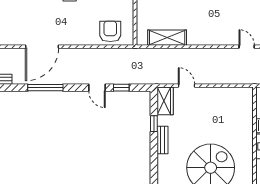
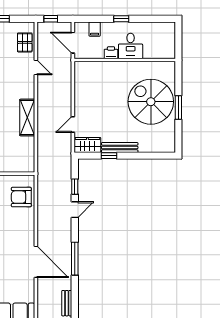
shelving: (167, 38) -> (27, 117), moved
door: (247, 47) -> (36, 67), swing flipped
bench: (162, 140) -> (120, 147), width x1.36

